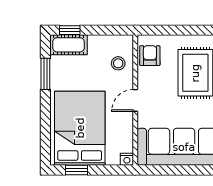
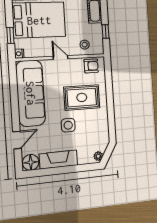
window: (70, 30) -> (106, 32), moved
window: (77, 170) -> (10, 35), moved

